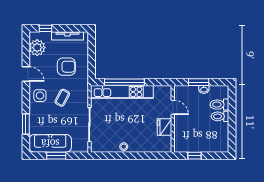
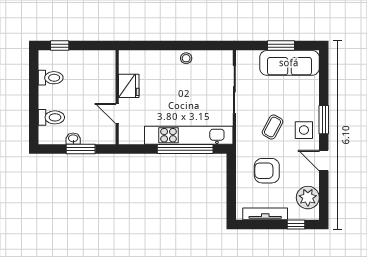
toilet: (220, 116) -> (51, 78), moved
window: (26, 124) -> (324, 120), moved
window: (195, 156) -> (60, 46), moved

